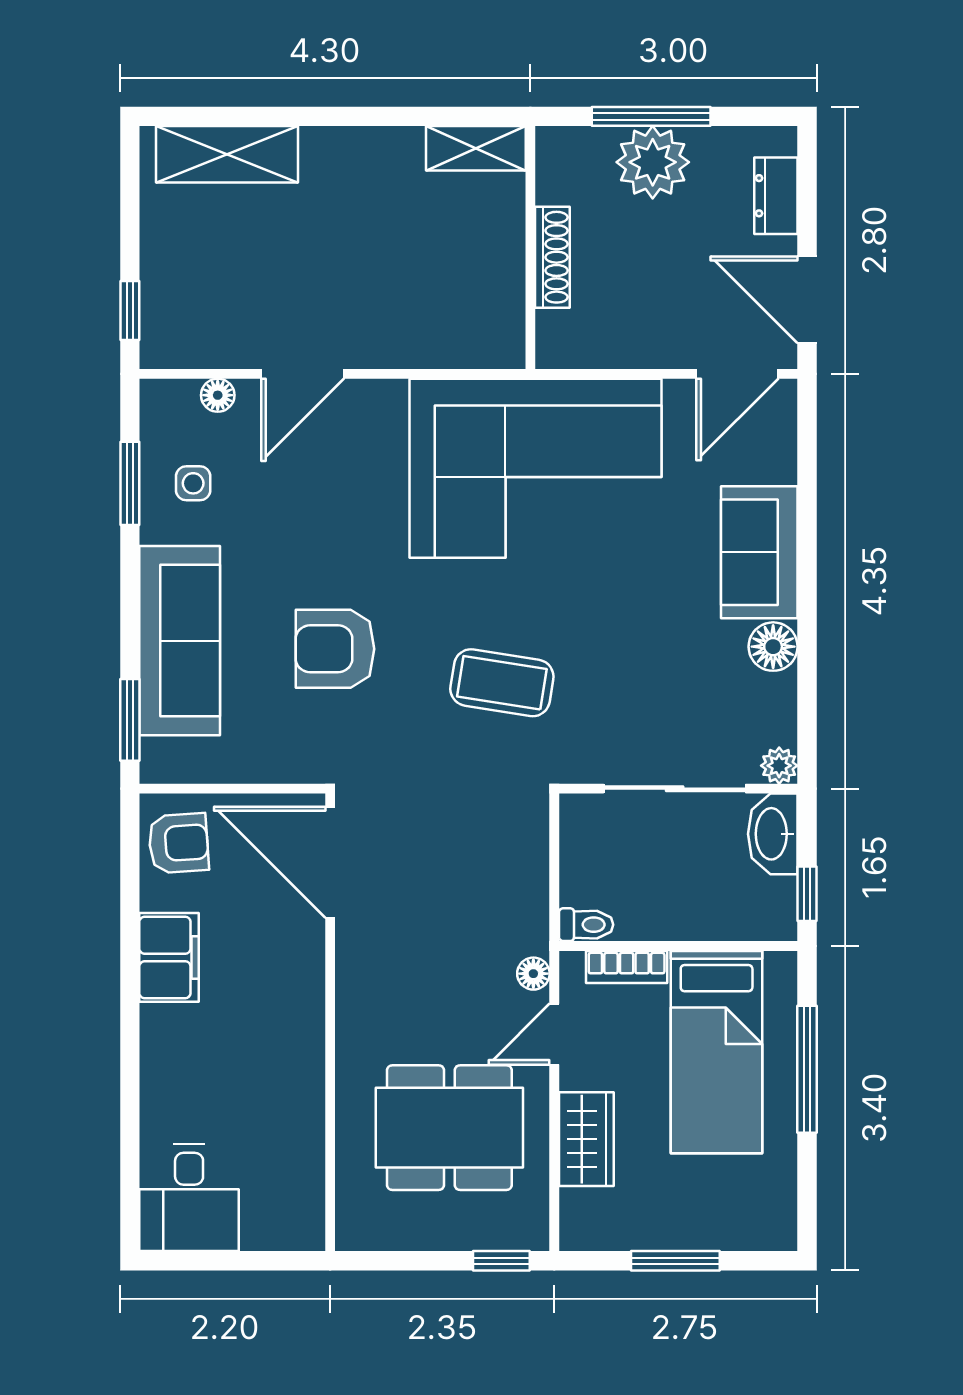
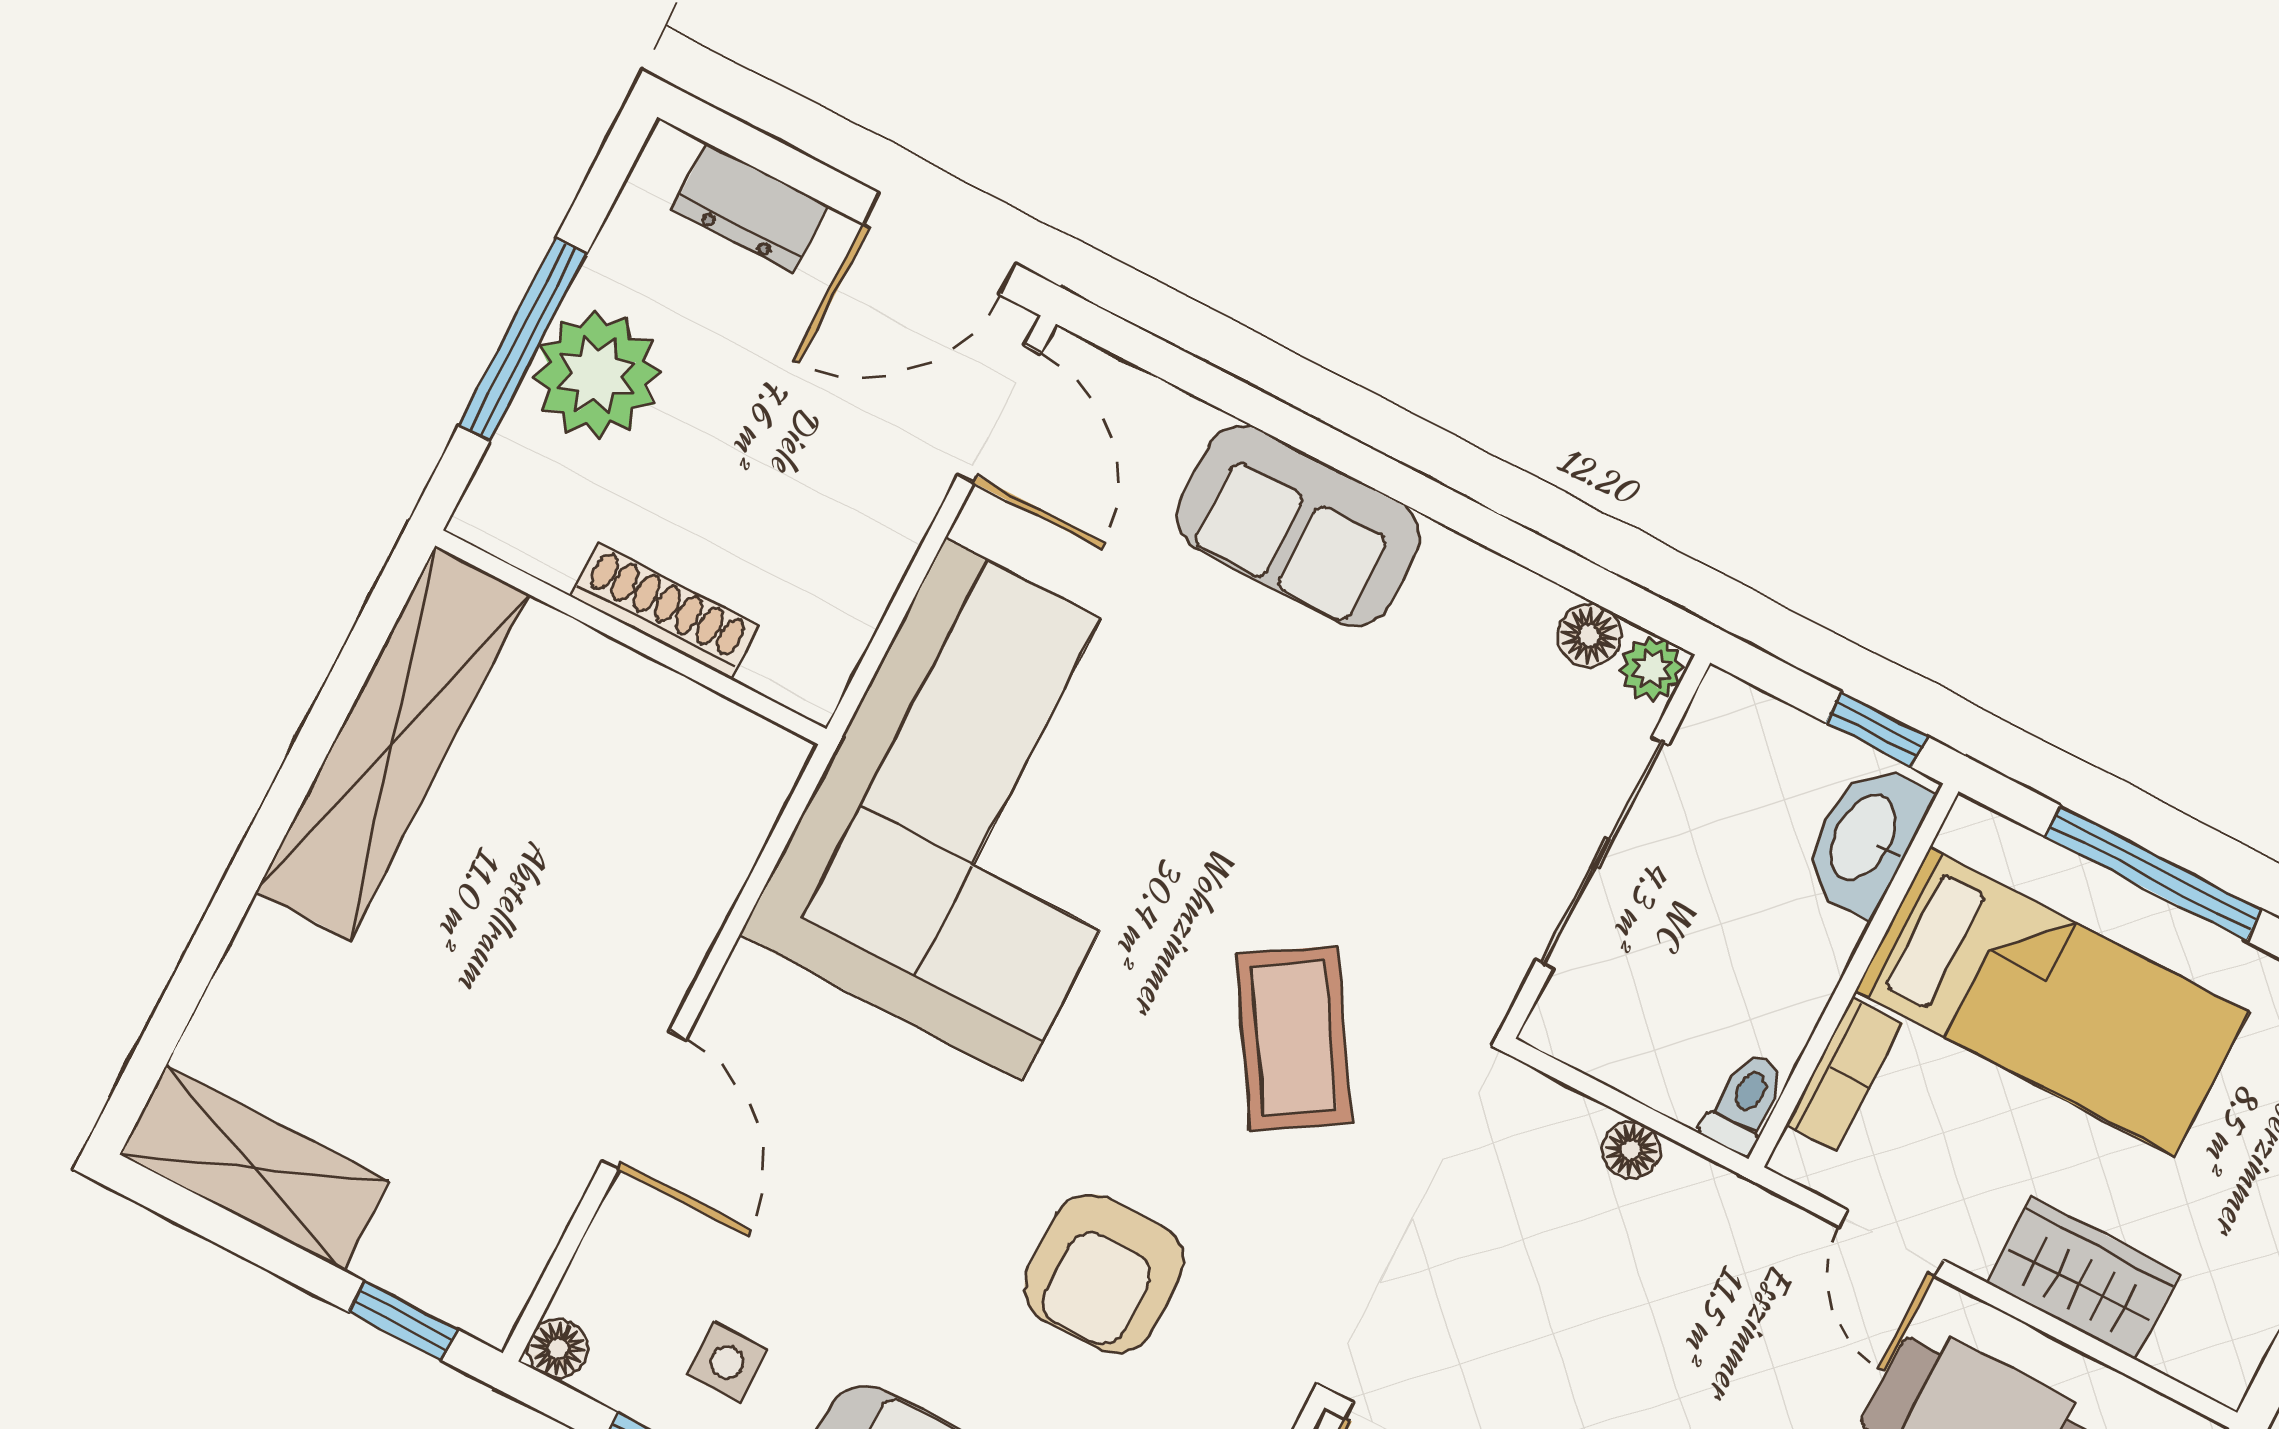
shelving: (476, 148) -> (393, 743), width x2.20, depth x1.33
shelving: (227, 154) -> (254, 1168), moved, turned 90
floor lamp: (218, 395) -> (558, 1349), moved
floor lamp: (773, 647) -> (1589, 635), moved, width x0.73, depth x0.73
coffee table: (502, 683) -> (1294, 1038), turned -41
washbasin: (773, 834) -> (1865, 839), moved, turned 90
floor lamp: (533, 974) -> (1631, 1150), moved

